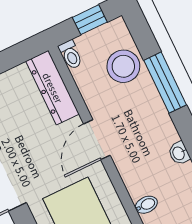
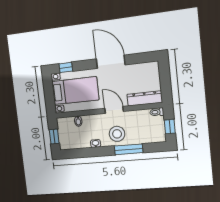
stool: (123, 66) -> (117, 134), moved

